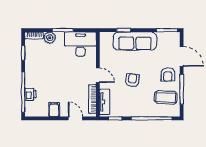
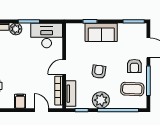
sofa: (135, 41) -> (101, 32), width x0.73
door: (98, 75) -> (64, 67), swing flipped
plant: (134, 108) -> (101, 100), added

